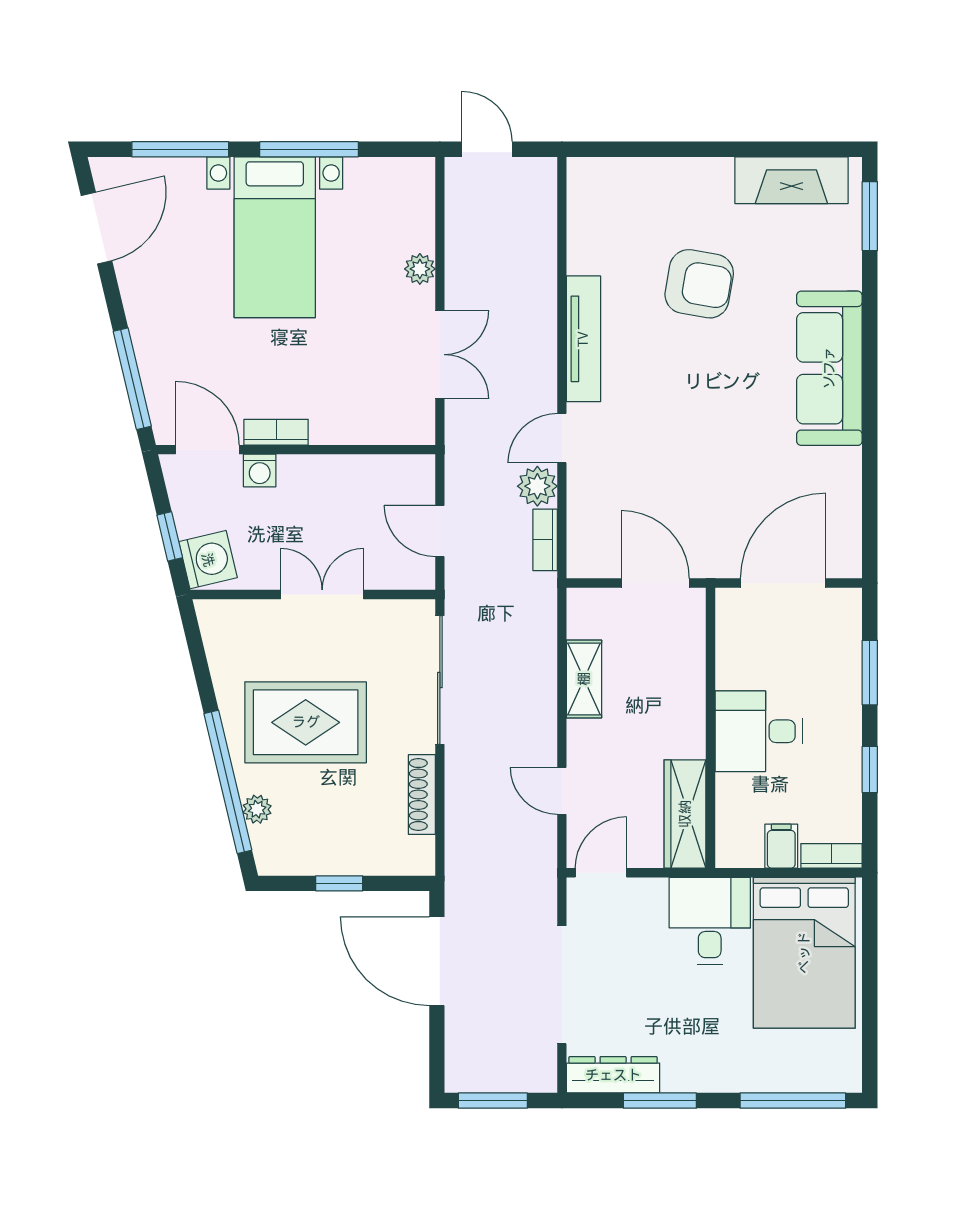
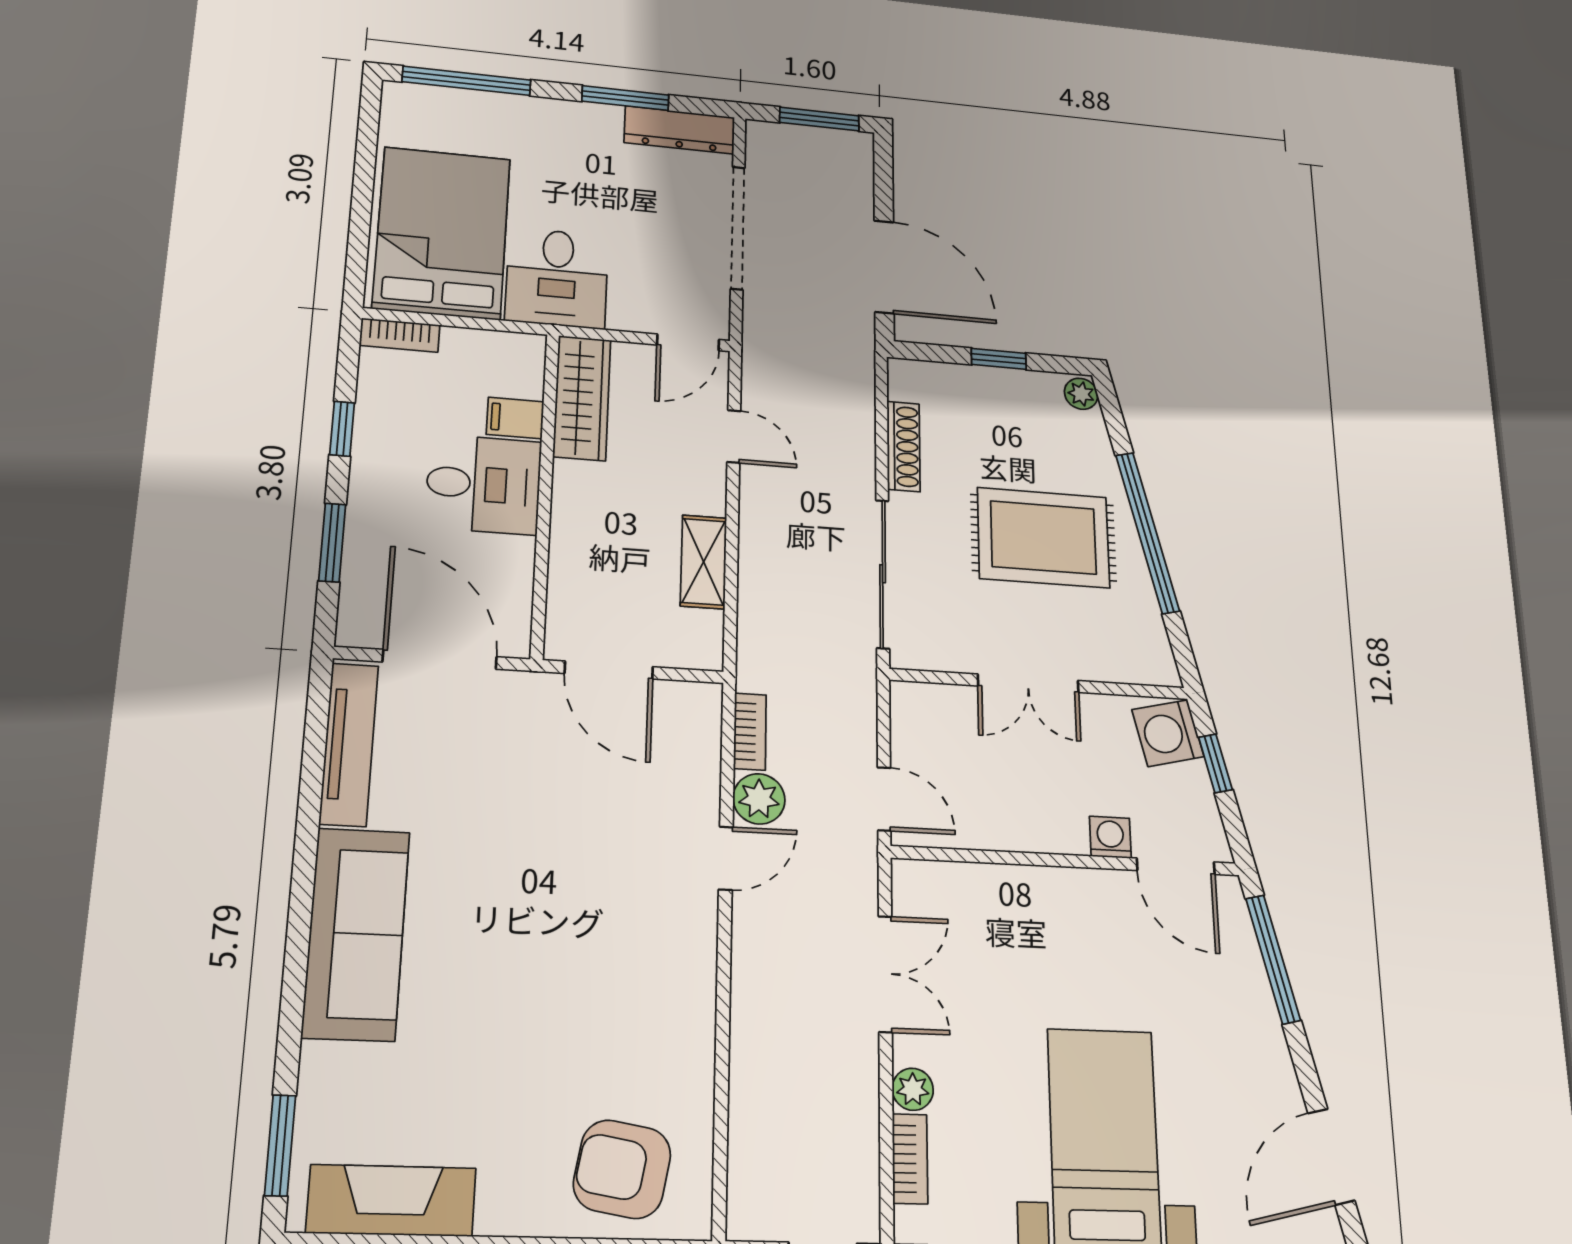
armchair: (699, 284) -> (622, 1169), moved
tv unit: (583, 339) -> (349, 744), moved, turned 180
double door: (440, 355) -> (885, 974), swing flipped
bookcase: (276, 432) -> (910, 1159), moved, turned -90
door: (440, 531) -> (884, 799), moved
door: (783, 583) -> (440, 659), swing flipped
window: (228, 782) -> (1147, 533), moved
plant: (257, 809) -> (1081, 394), moved
filing cabinet: (781, 846) -> (515, 418), moved, turned 90

